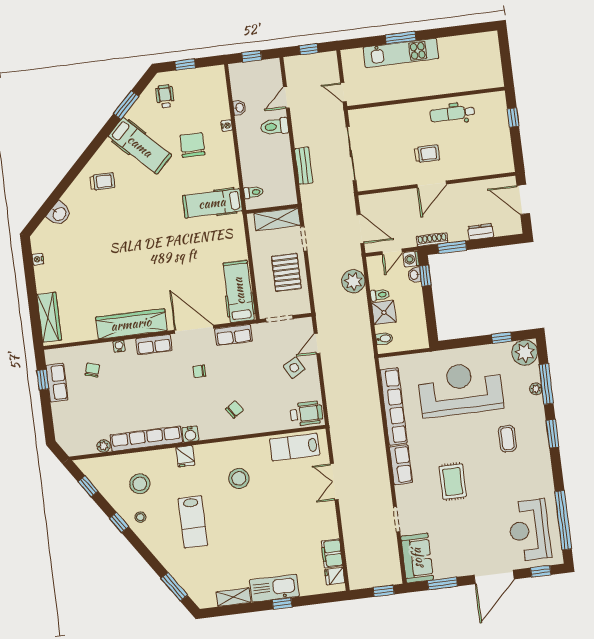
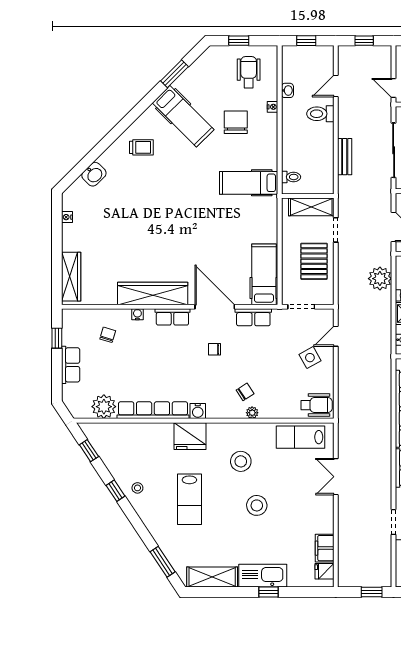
wheelchair: (165, 96) -> (249, 72), moved, width x1.36, depth x1.37
row of seats: (57, 383) -> (71, 365), moved
plant: (244, 429) -> (252, 413), added
plant: (104, 446) -> (104, 407), width x1.88, depth x1.88
fridge: (185, 456) -> (190, 436), width x1.88, depth x1.34
stool: (140, 484) -> (257, 505), moved
shelving: (234, 597) -> (212, 577), width x1.50, depth x1.33

